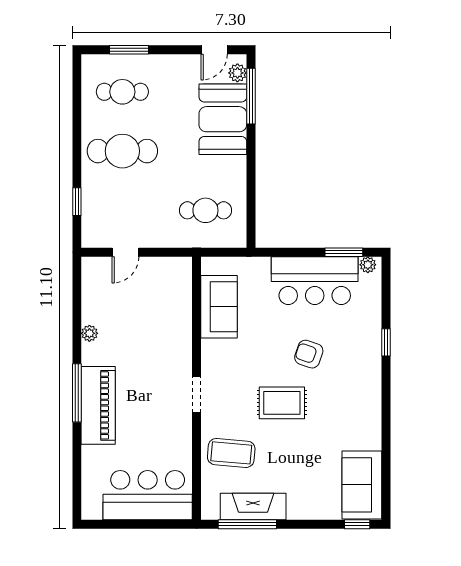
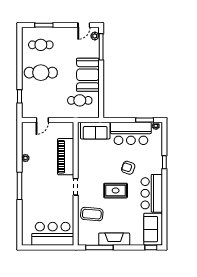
booth: (223, 119) -> (88, 75), moved
sofa: (219, 307) -> (95, 131), moved, turned 90
piano: (98, 405) -> (66, 157), moved, turned 180
bar counter: (359, 409) -> (152, 193), added
fireplace: (253, 506) -> (114, 239), moved

